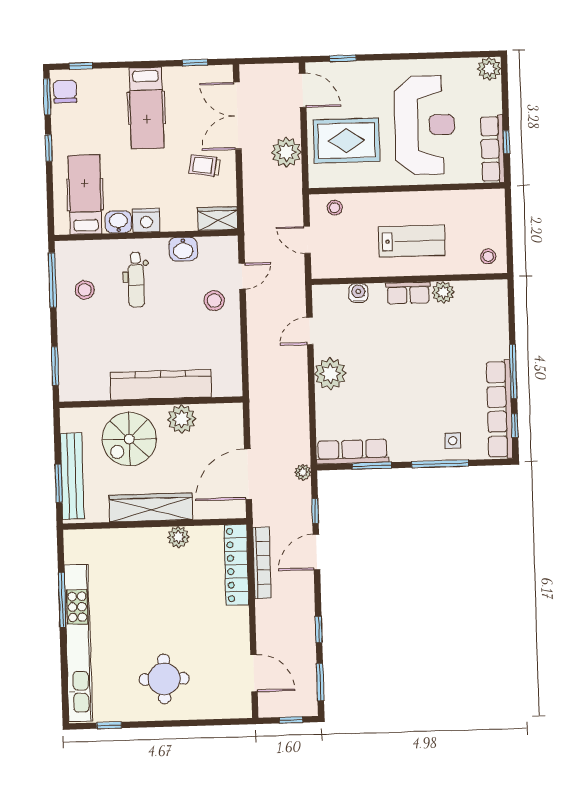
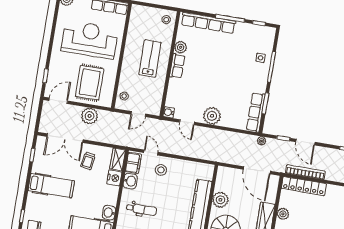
nightstand: (146, 220) -> (114, 178), moved
filing cabinet: (217, 248) -> (133, 163), added
water cooler: (358, 293) -> (169, 112), moved
row of seats: (499, 409) -> (208, 23), moved

